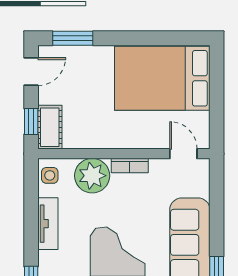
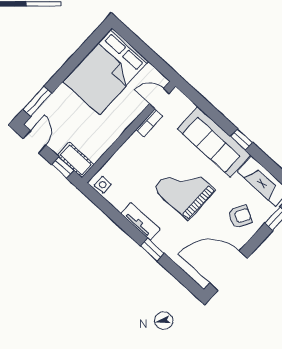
bookcase: (130, 166) -> (149, 123), moved
plant: (92, 176) -> (125, 161), removed
tv unit: (48, 224) -> (140, 221), moved

